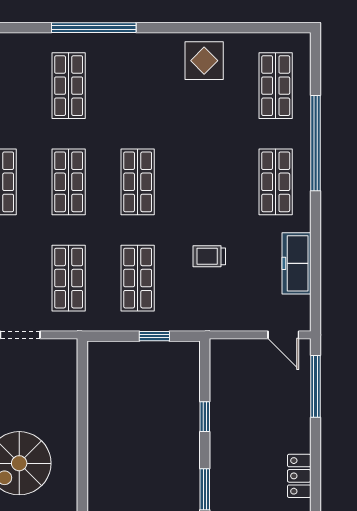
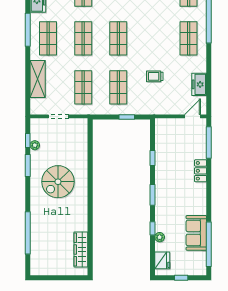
freezer: (296, 263) -> (199, 84), width x0.71
door: (283, 335) -> (192, 116), swing flipped
locker: (299, 476) -> (201, 171), moved

